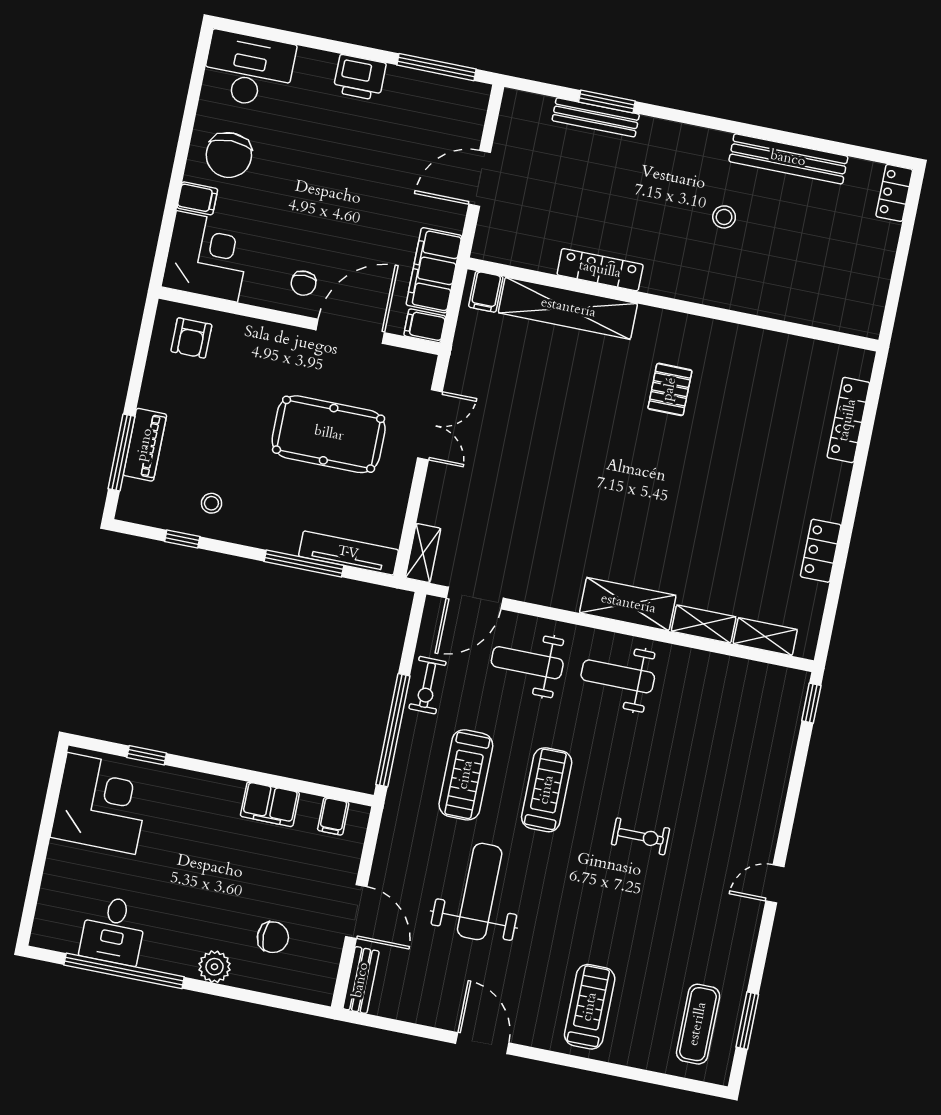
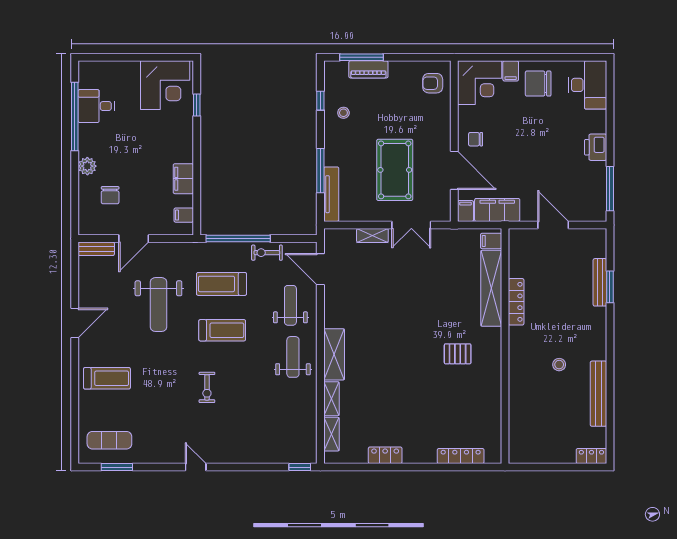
shelving: (423, 553) -> (372, 235), moved
weight bench: (480, 891) -> (158, 305), turned 90

